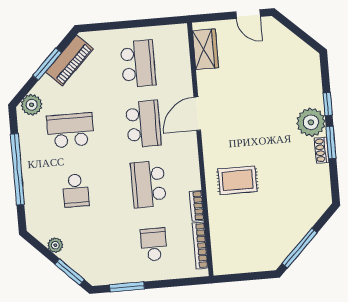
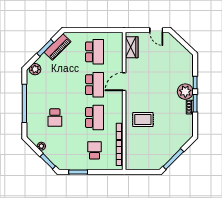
school desk: (70, 130) -> (55, 85), removed
school desk: (148, 184) -> (95, 118), turned 180

